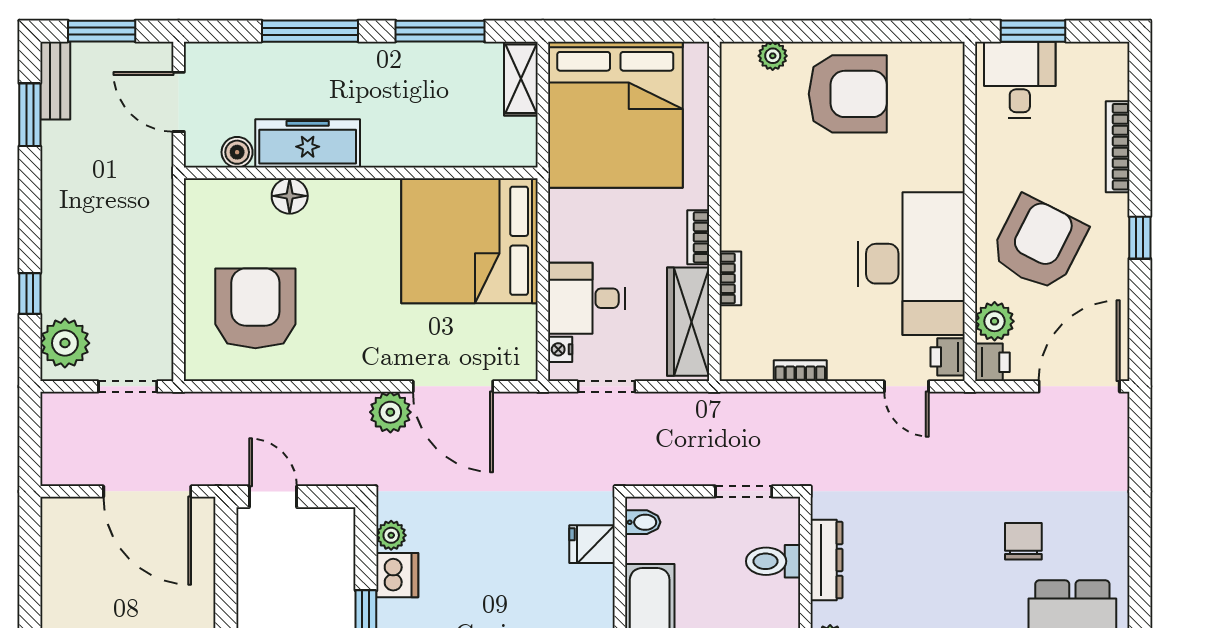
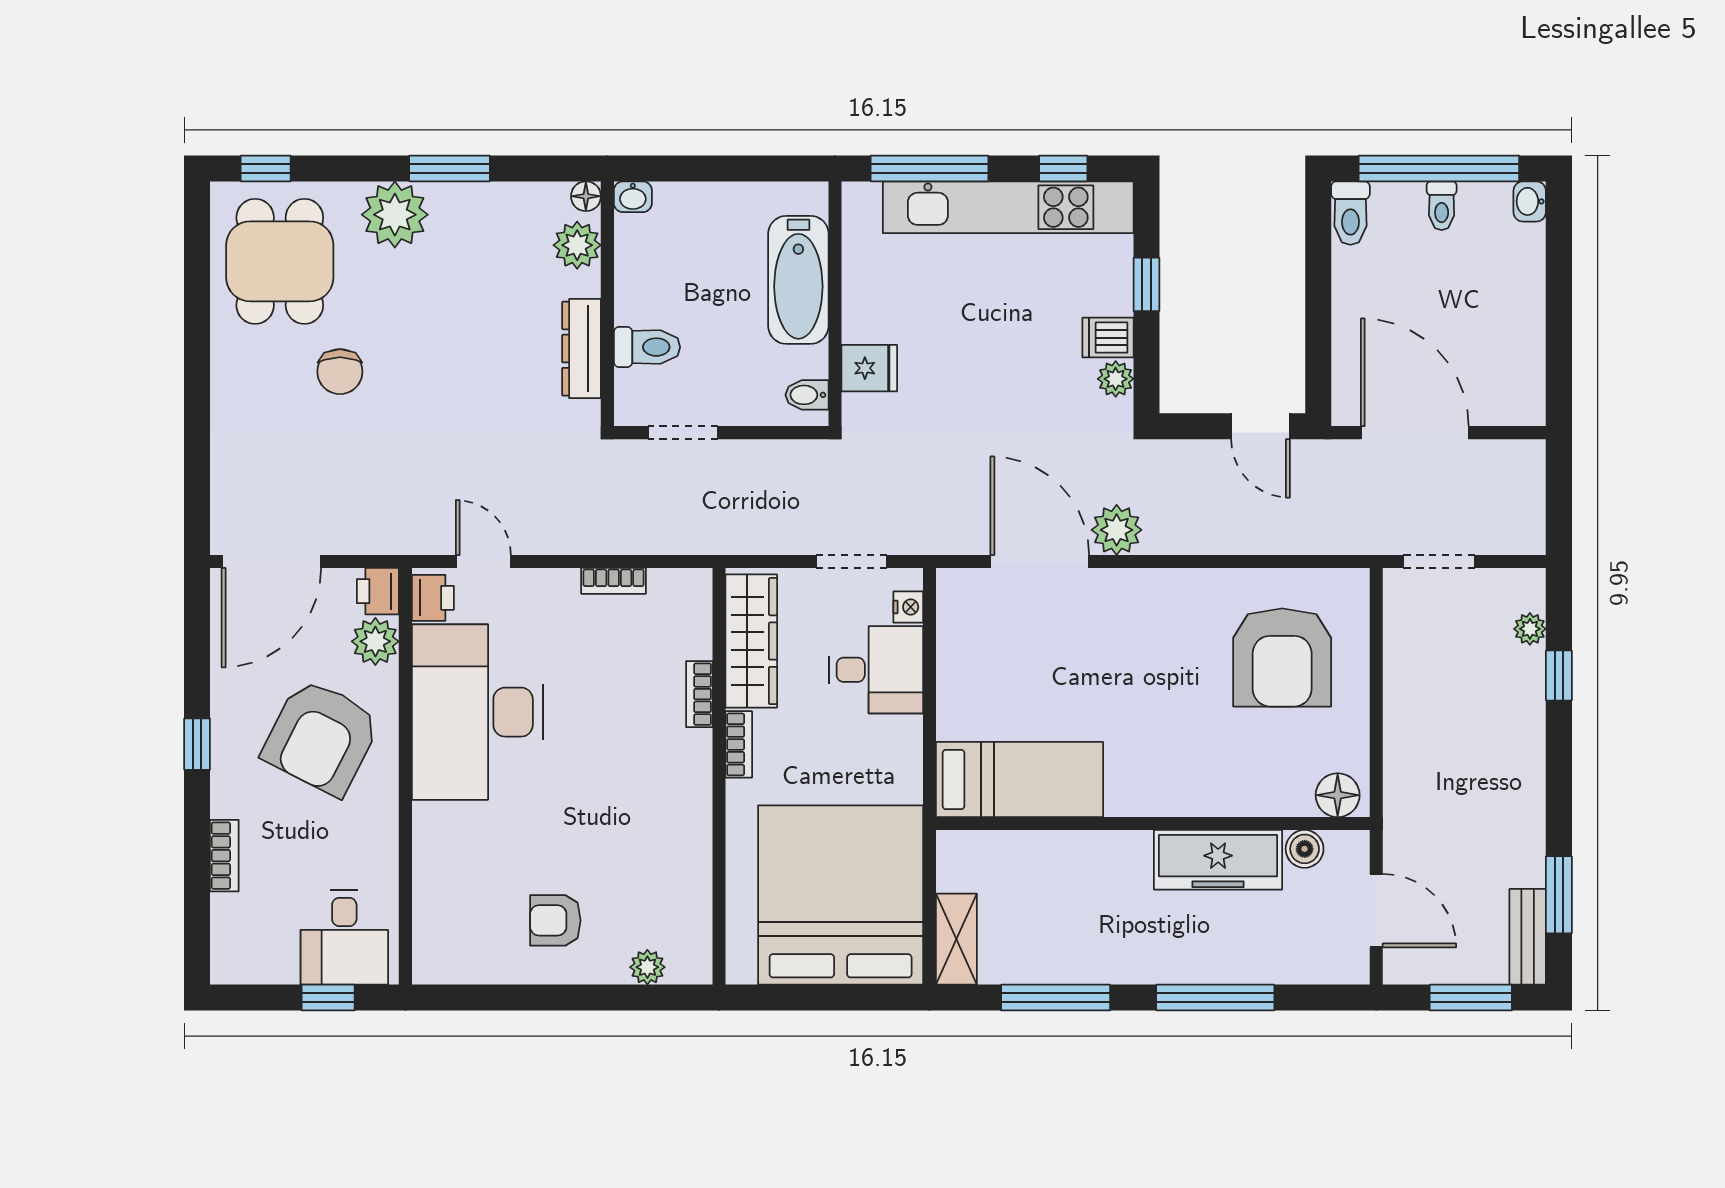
window: (1033, 31) -> (328, 998), width x0.67
armchair: (848, 94) -> (555, 920), width x0.53, depth x0.53
bookcase: (1118, 147) -> (224, 856), width x0.64
floor lamp: (290, 196) -> (1338, 795), moved
bed: (469, 241) -> (1020, 780), width x0.49
plant: (65, 343) -> (1530, 629), width x0.53, depth x0.53
dishwasher: (397, 575) -> (1108, 338), width x0.73

